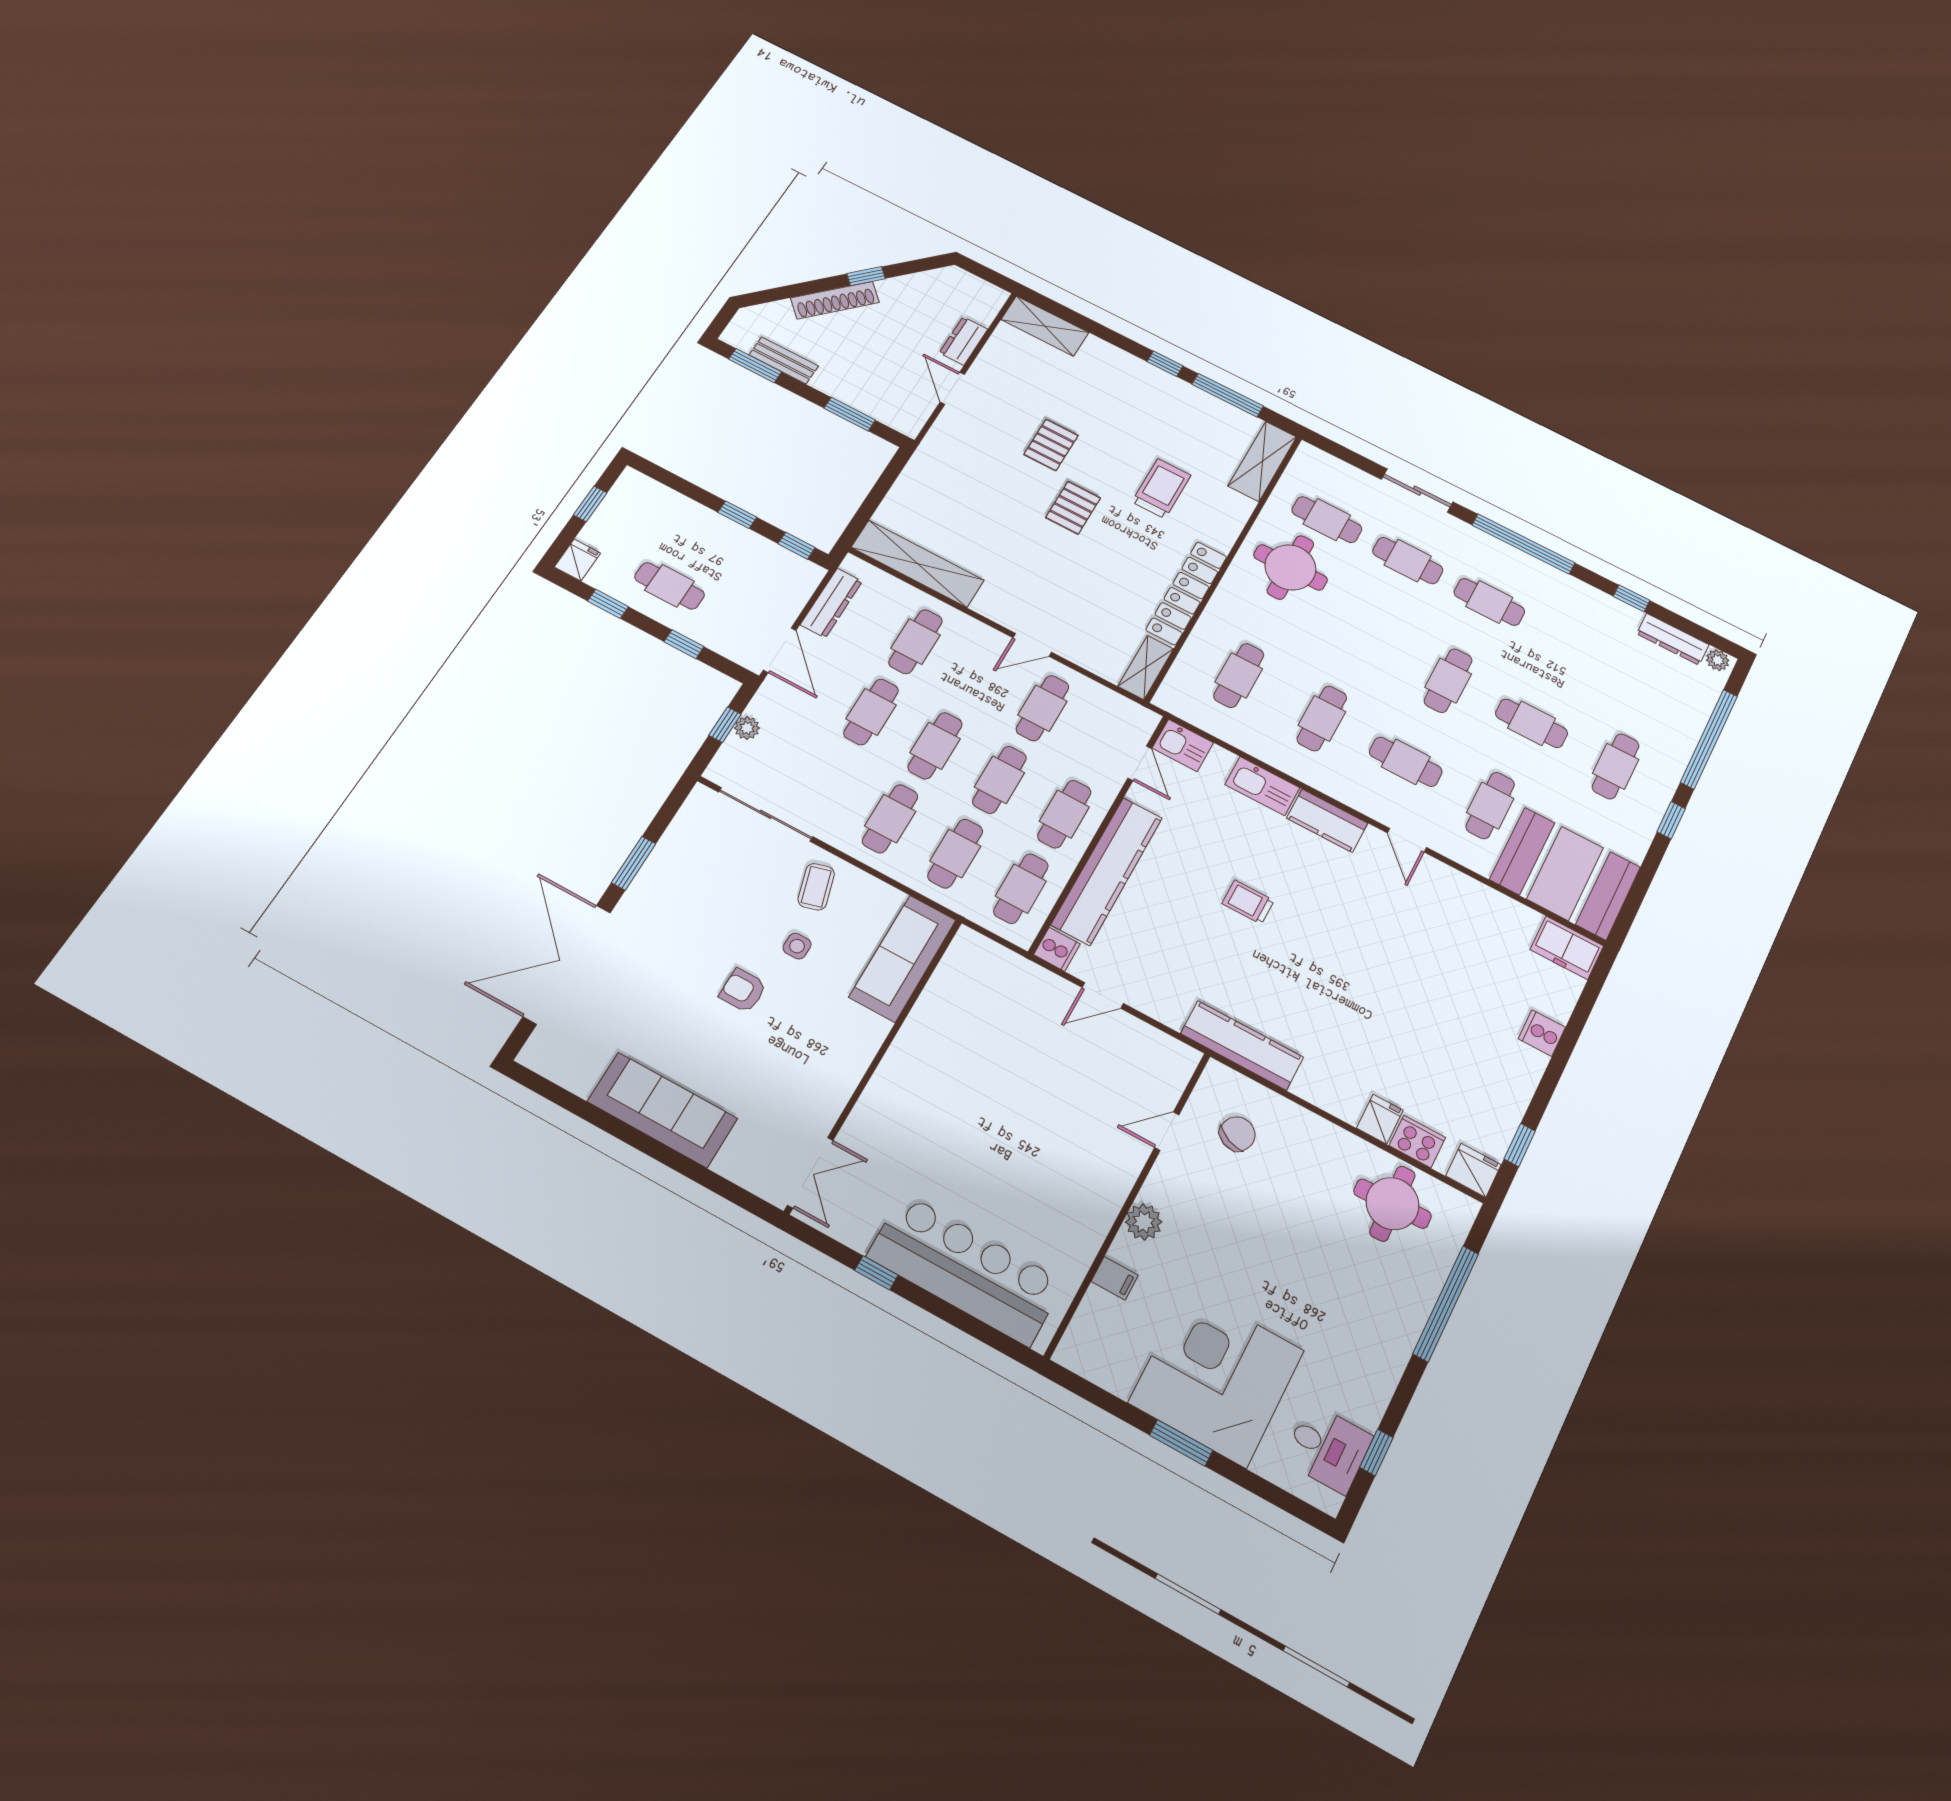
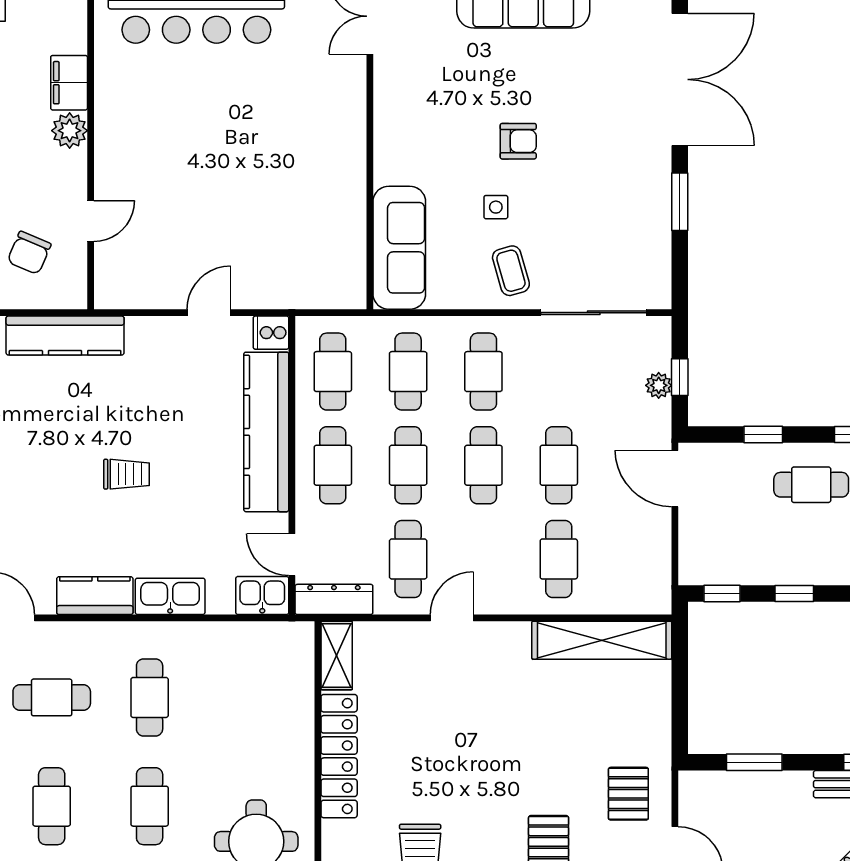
pallet: (1073, 508) -> (628, 794), moved
dresser: (831, 603) -> (334, 599), moved, turned 90
cafe table: (1239, 675) -> (150, 806), moved
filing cabinet: (1115, 1278) -> (69, 83), width x2.00

